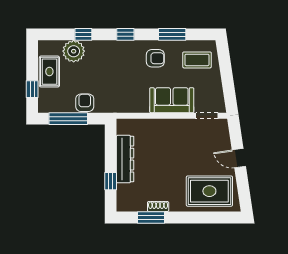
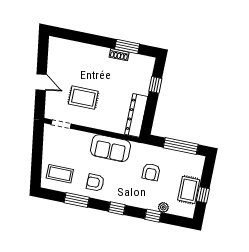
plant: (74, 51) -> (163, 207), width x0.53, depth x0.53
window: (32, 89) -> (203, 195), moved
sofa: (172, 100) -> (111, 148), moved
armchair: (85, 103) -> (151, 172), moved
dresser: (125, 159) -> (136, 115), moved
rug: (209, 191) -> (83, 98), moved, width x0.73, depth x0.70

